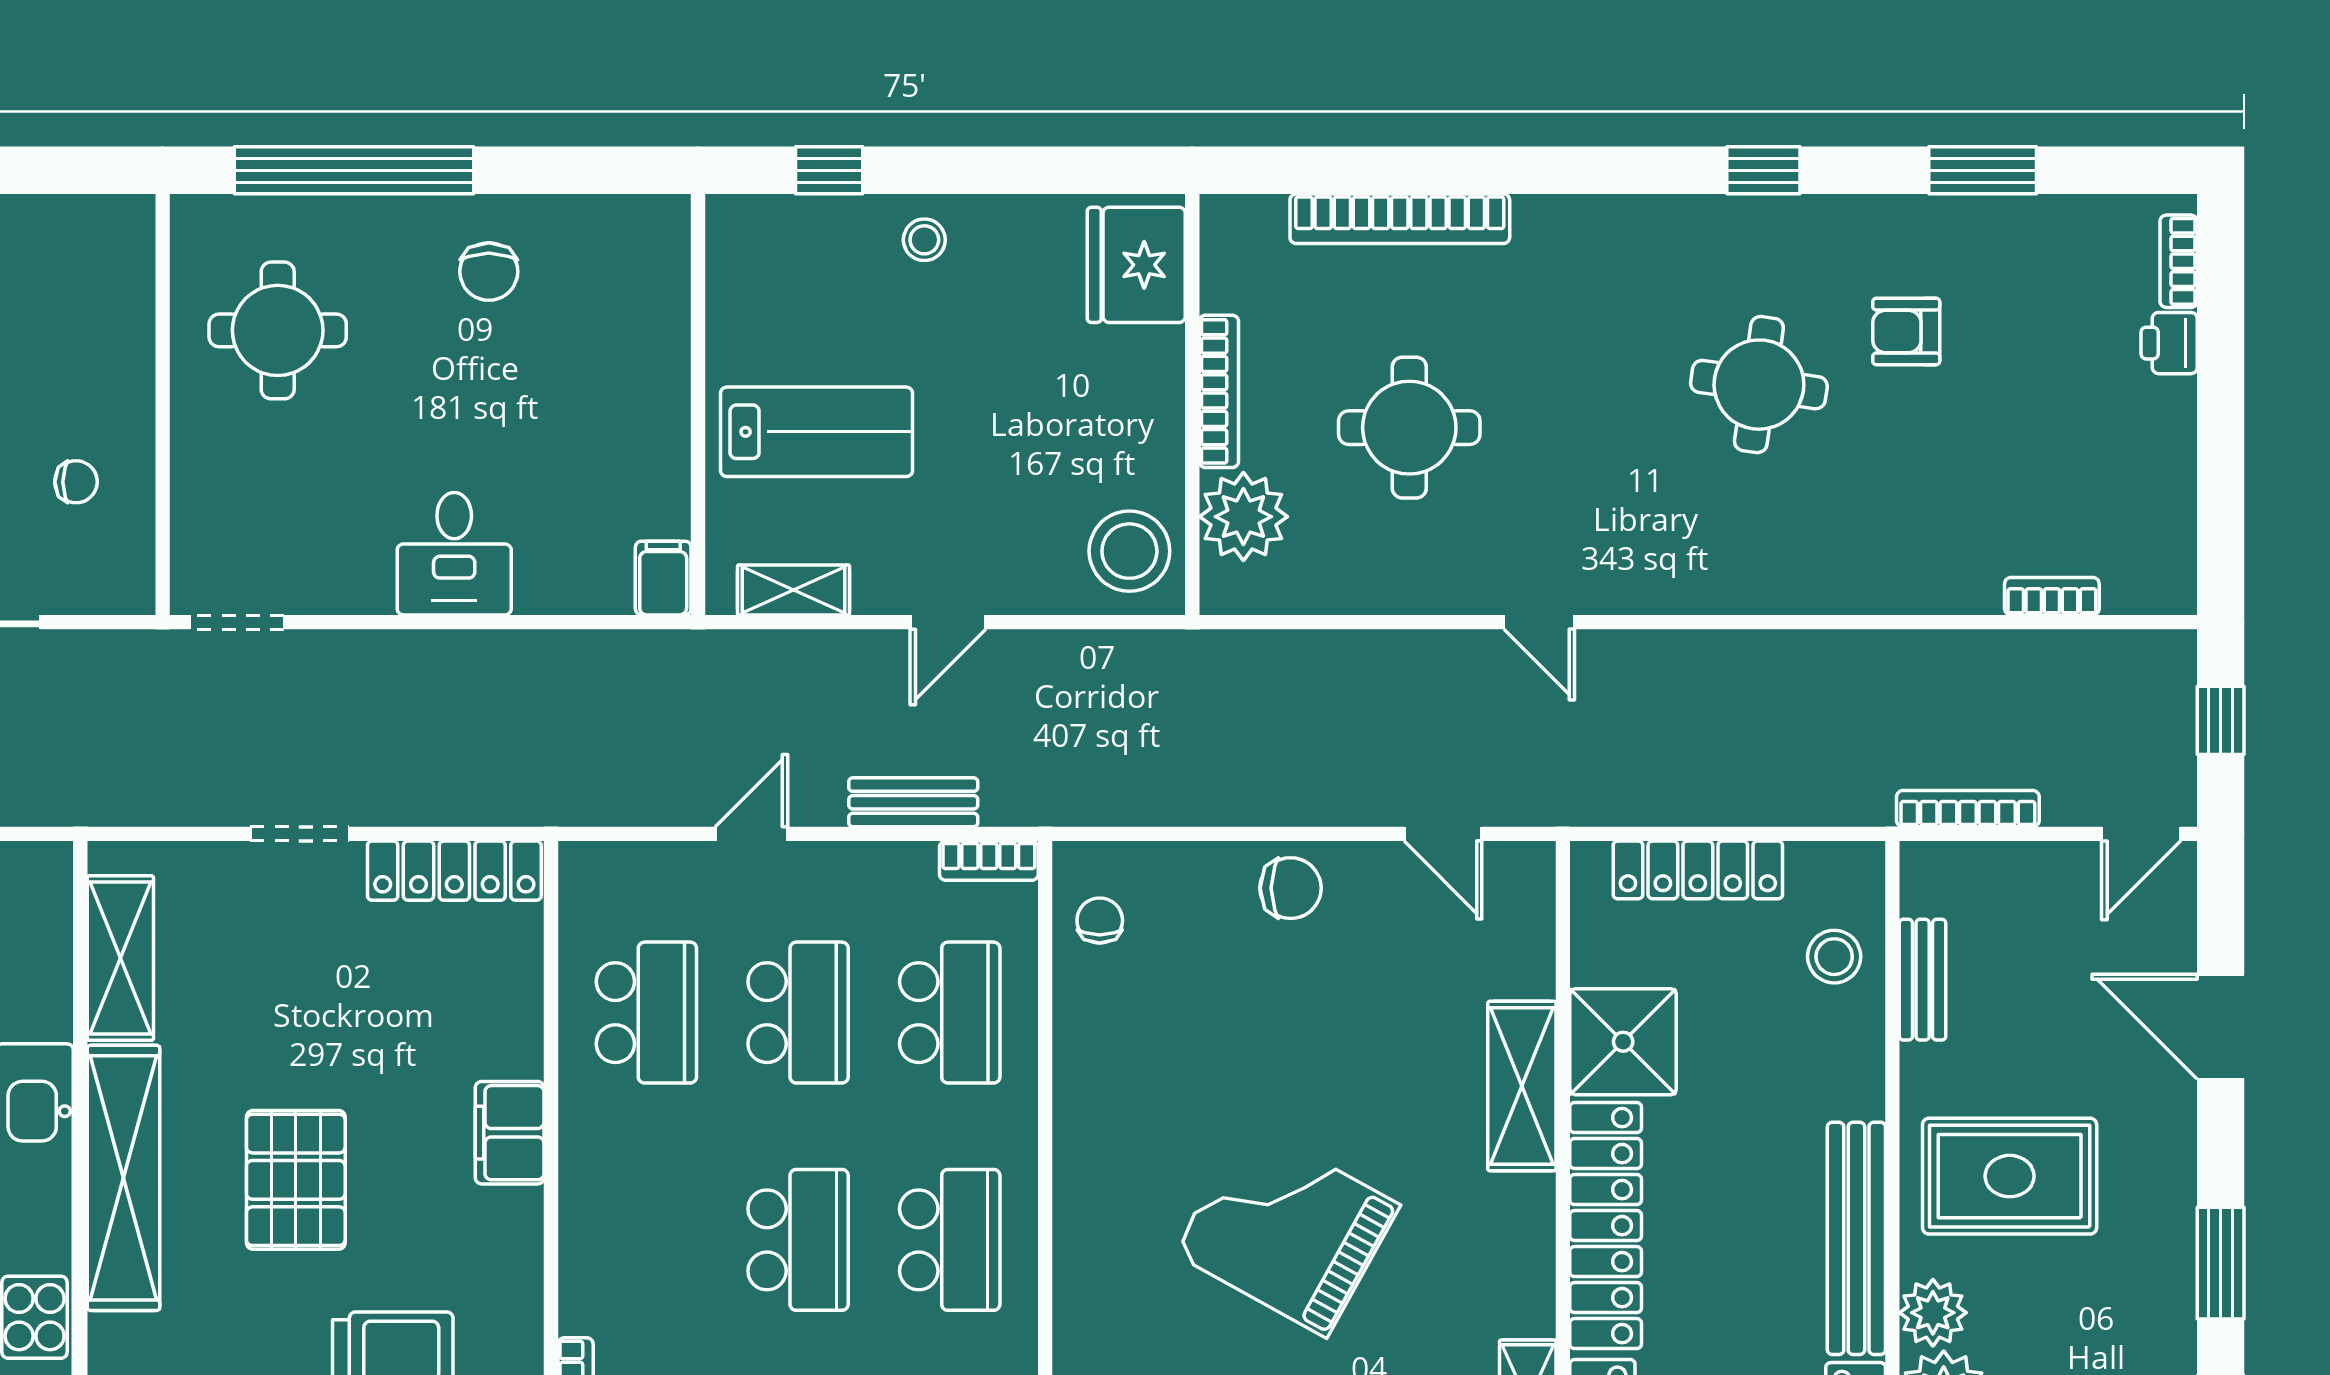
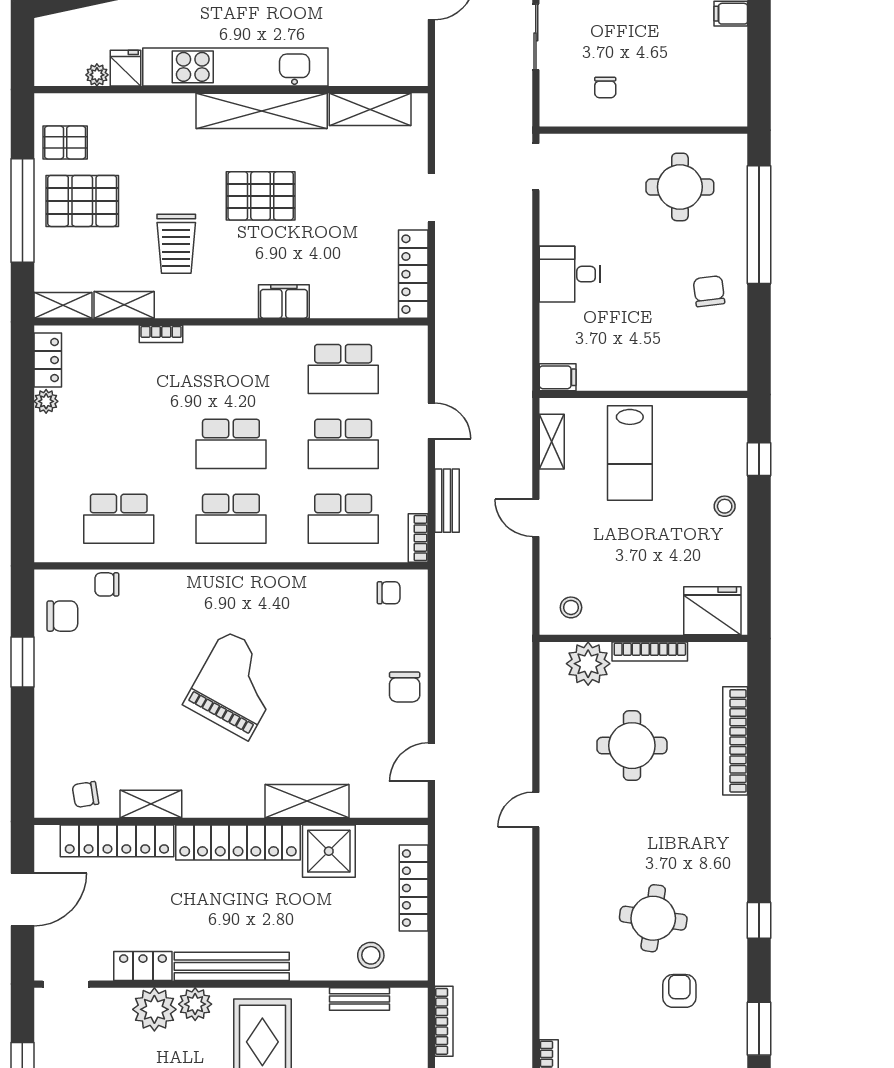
chair: (489, 272) -> (709, 291), turned 83
stool: (1129, 551) -> (571, 607), width x0.53, depth x0.53

